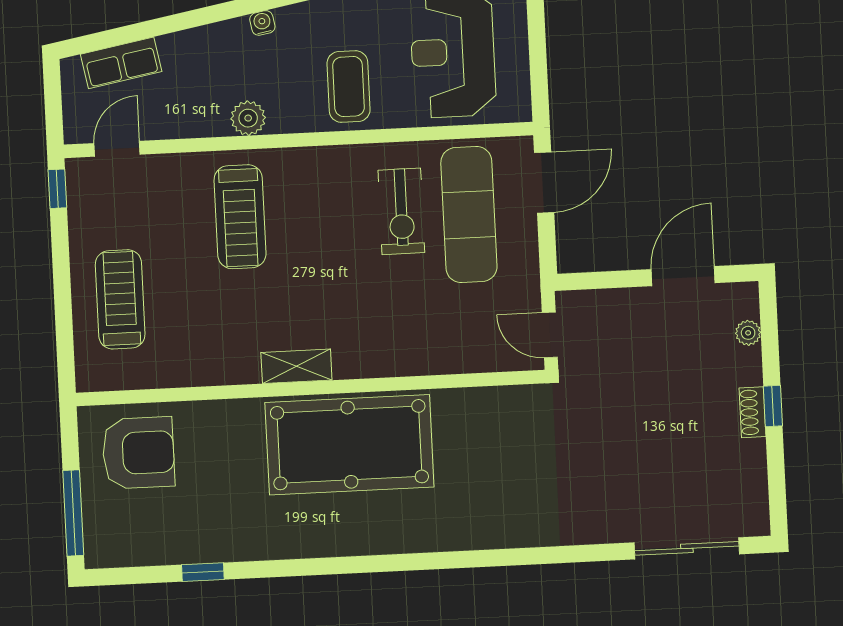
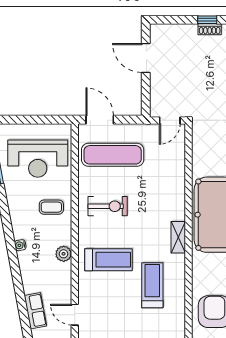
coffee table: (349, 87) -> (51, 207), width x0.73, depth x0.77
exercise bike: (401, 211) -> (108, 206), moved
treadmill: (120, 299) -> (152, 285), moved, turned 90
plant: (748, 333) -> (173, 30), removed

